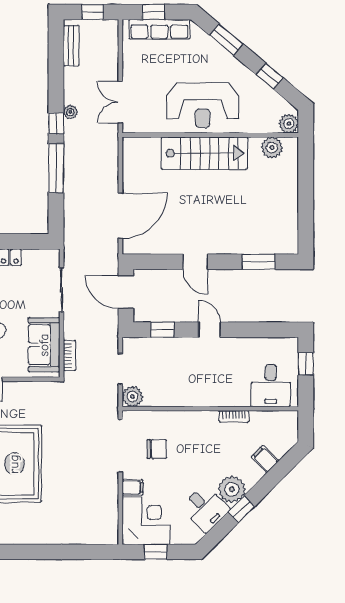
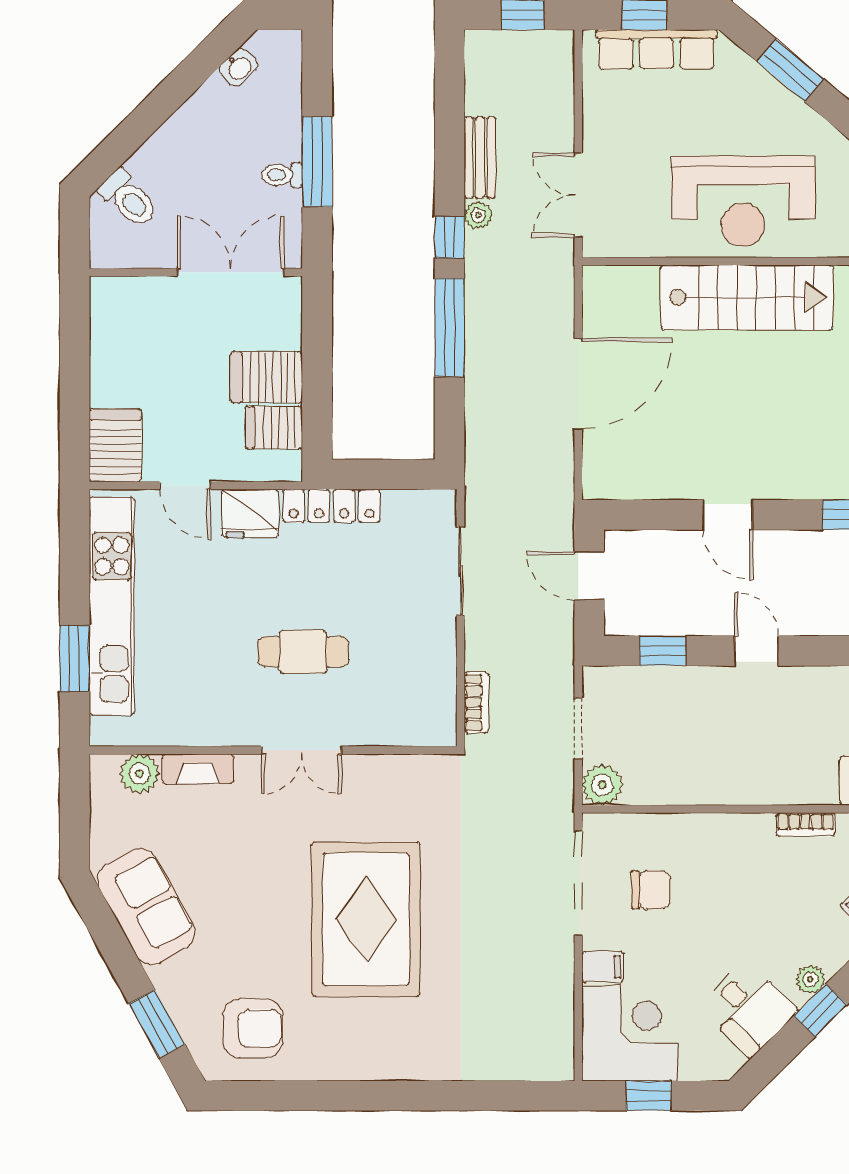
bench: (71, 46) -> (480, 158), moved
door: (120, 216) -> (578, 384), moved
door: (126, 292) -> (589, 576), width x0.73
sofa: (44, 345) -> (425, 681), removed
plant: (232, 489) -> (810, 979), width x0.53, depth x0.53

